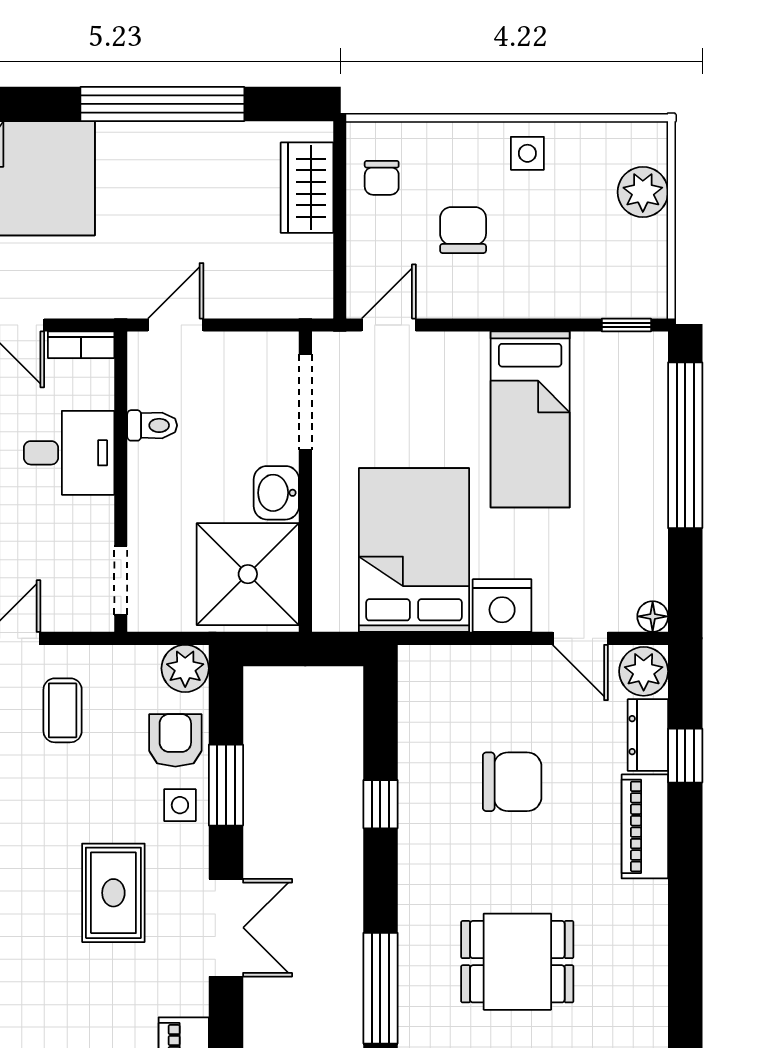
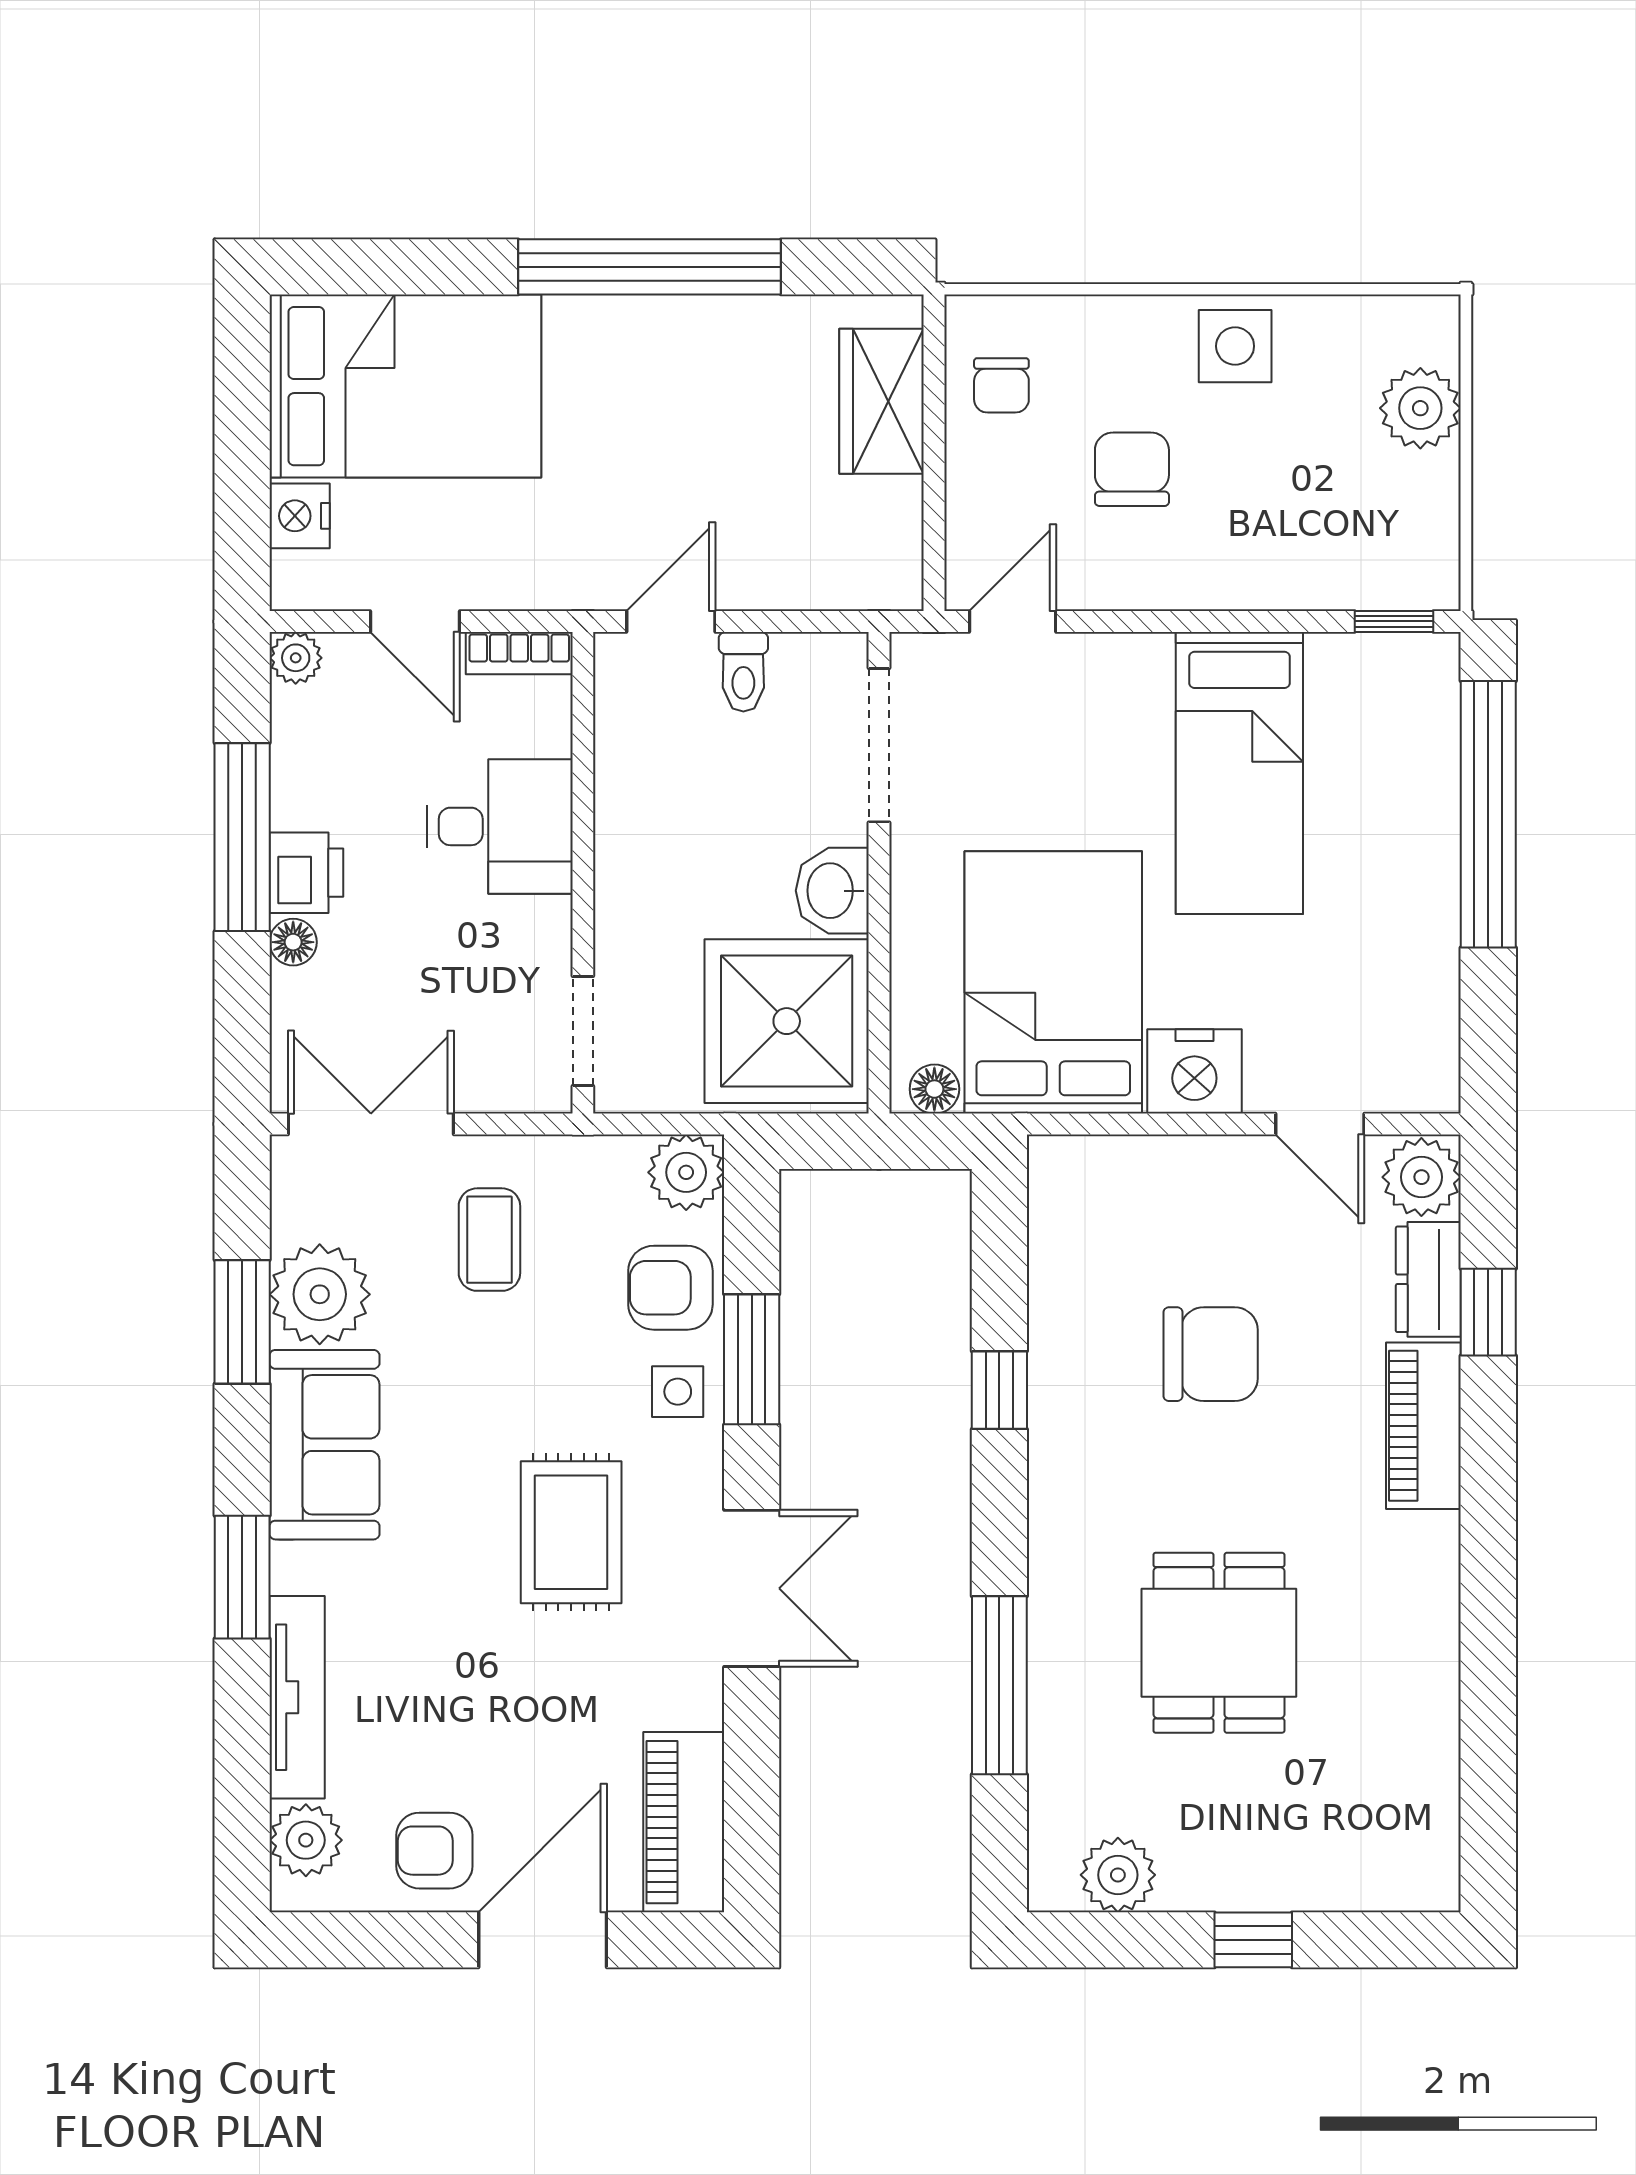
side table: (527, 153) -> (1235, 346), width x1.37, depth x1.37
toilet: (152, 425) -> (743, 672), moved, turned 90
floor lamp: (653, 616) -> (934, 1089), moved
armchair: (175, 740) -> (670, 1288), turned -90
dining table: (517, 962) -> (1219, 1643), turned 90

